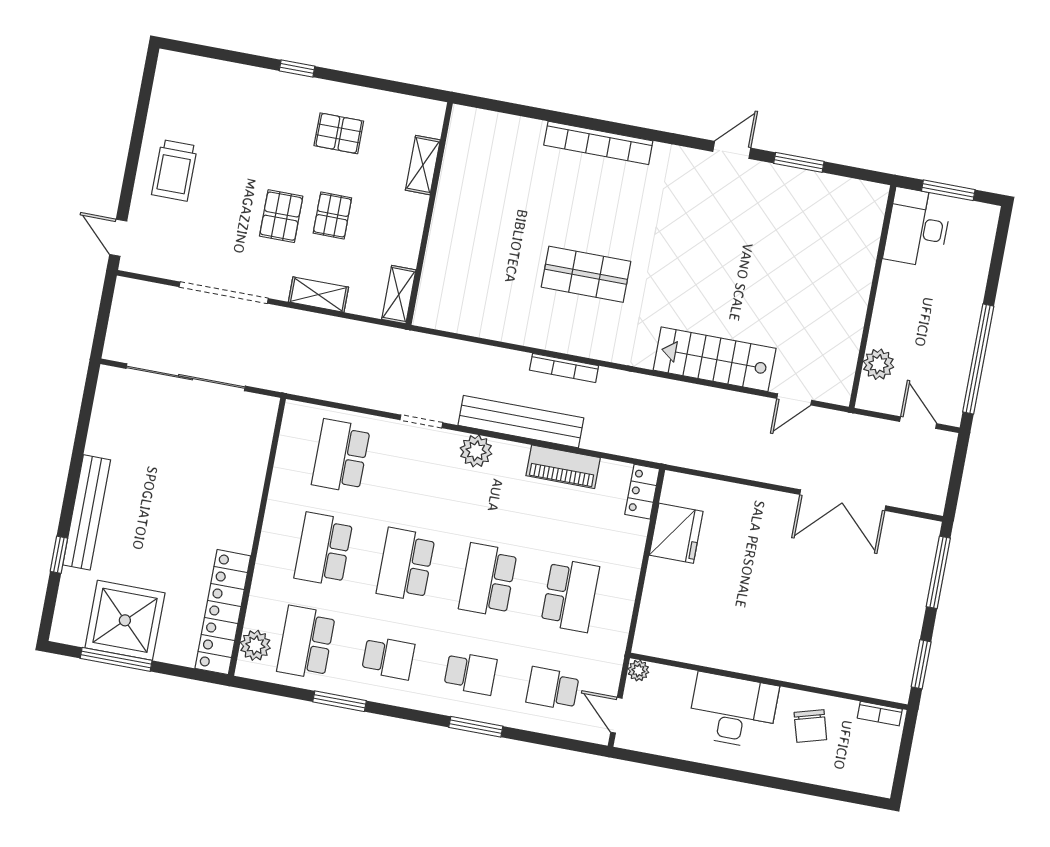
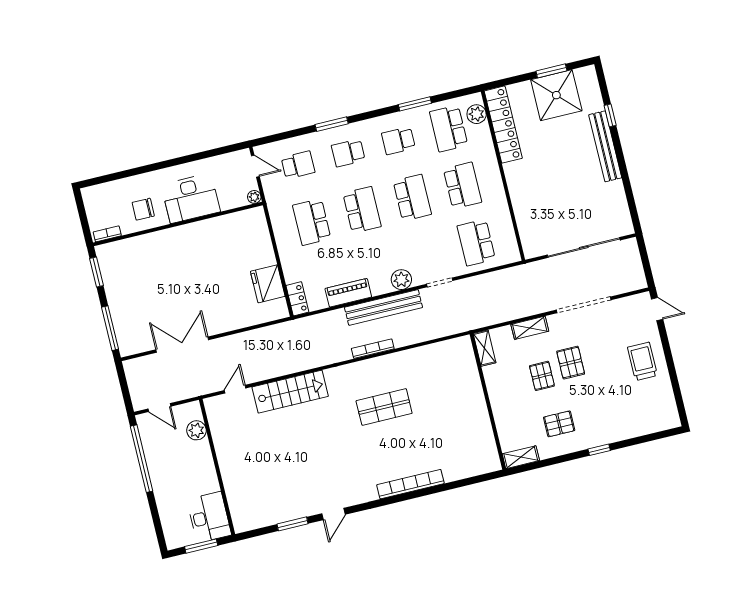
shelving: (423, 165) -> (521, 457), moved, turned 90
school desk: (341, 456) -> (476, 243), turned 180
school desk: (306, 642) -> (449, 129), turned 180
window: (116, 659) -> (551, 71), width x0.69
chair: (810, 726) -> (143, 209), turned -74

